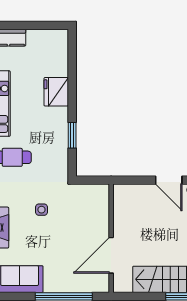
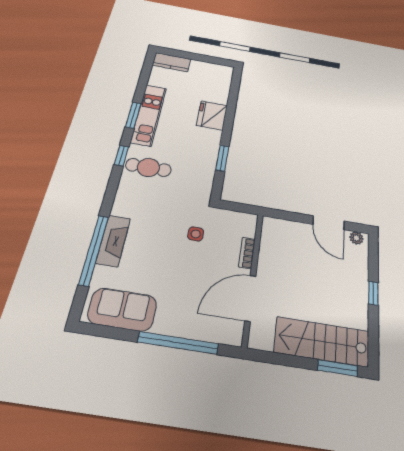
side table: (41, 210) -> (196, 234), moved
bookcase: (104, 219) -> (247, 253), added

